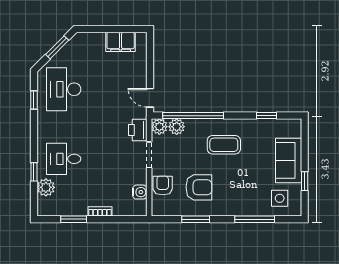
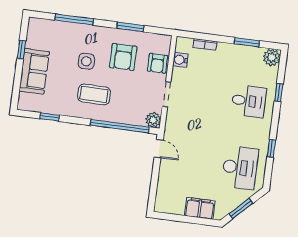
filing cabinet: (121, 42) -> (200, 208), moved
window: (34, 100) -> (271, 148), moved
plant: (177, 127) -> (137, 118), removed
printer: (138, 130) -> (174, 119), removed
plant: (46, 187) -> (272, 58), moved
armchair: (199, 187) -> (123, 57), turned -90
side table: (280, 198) -> (86, 61), moved
bookcase: (100, 211) -> (205, 44), moved

